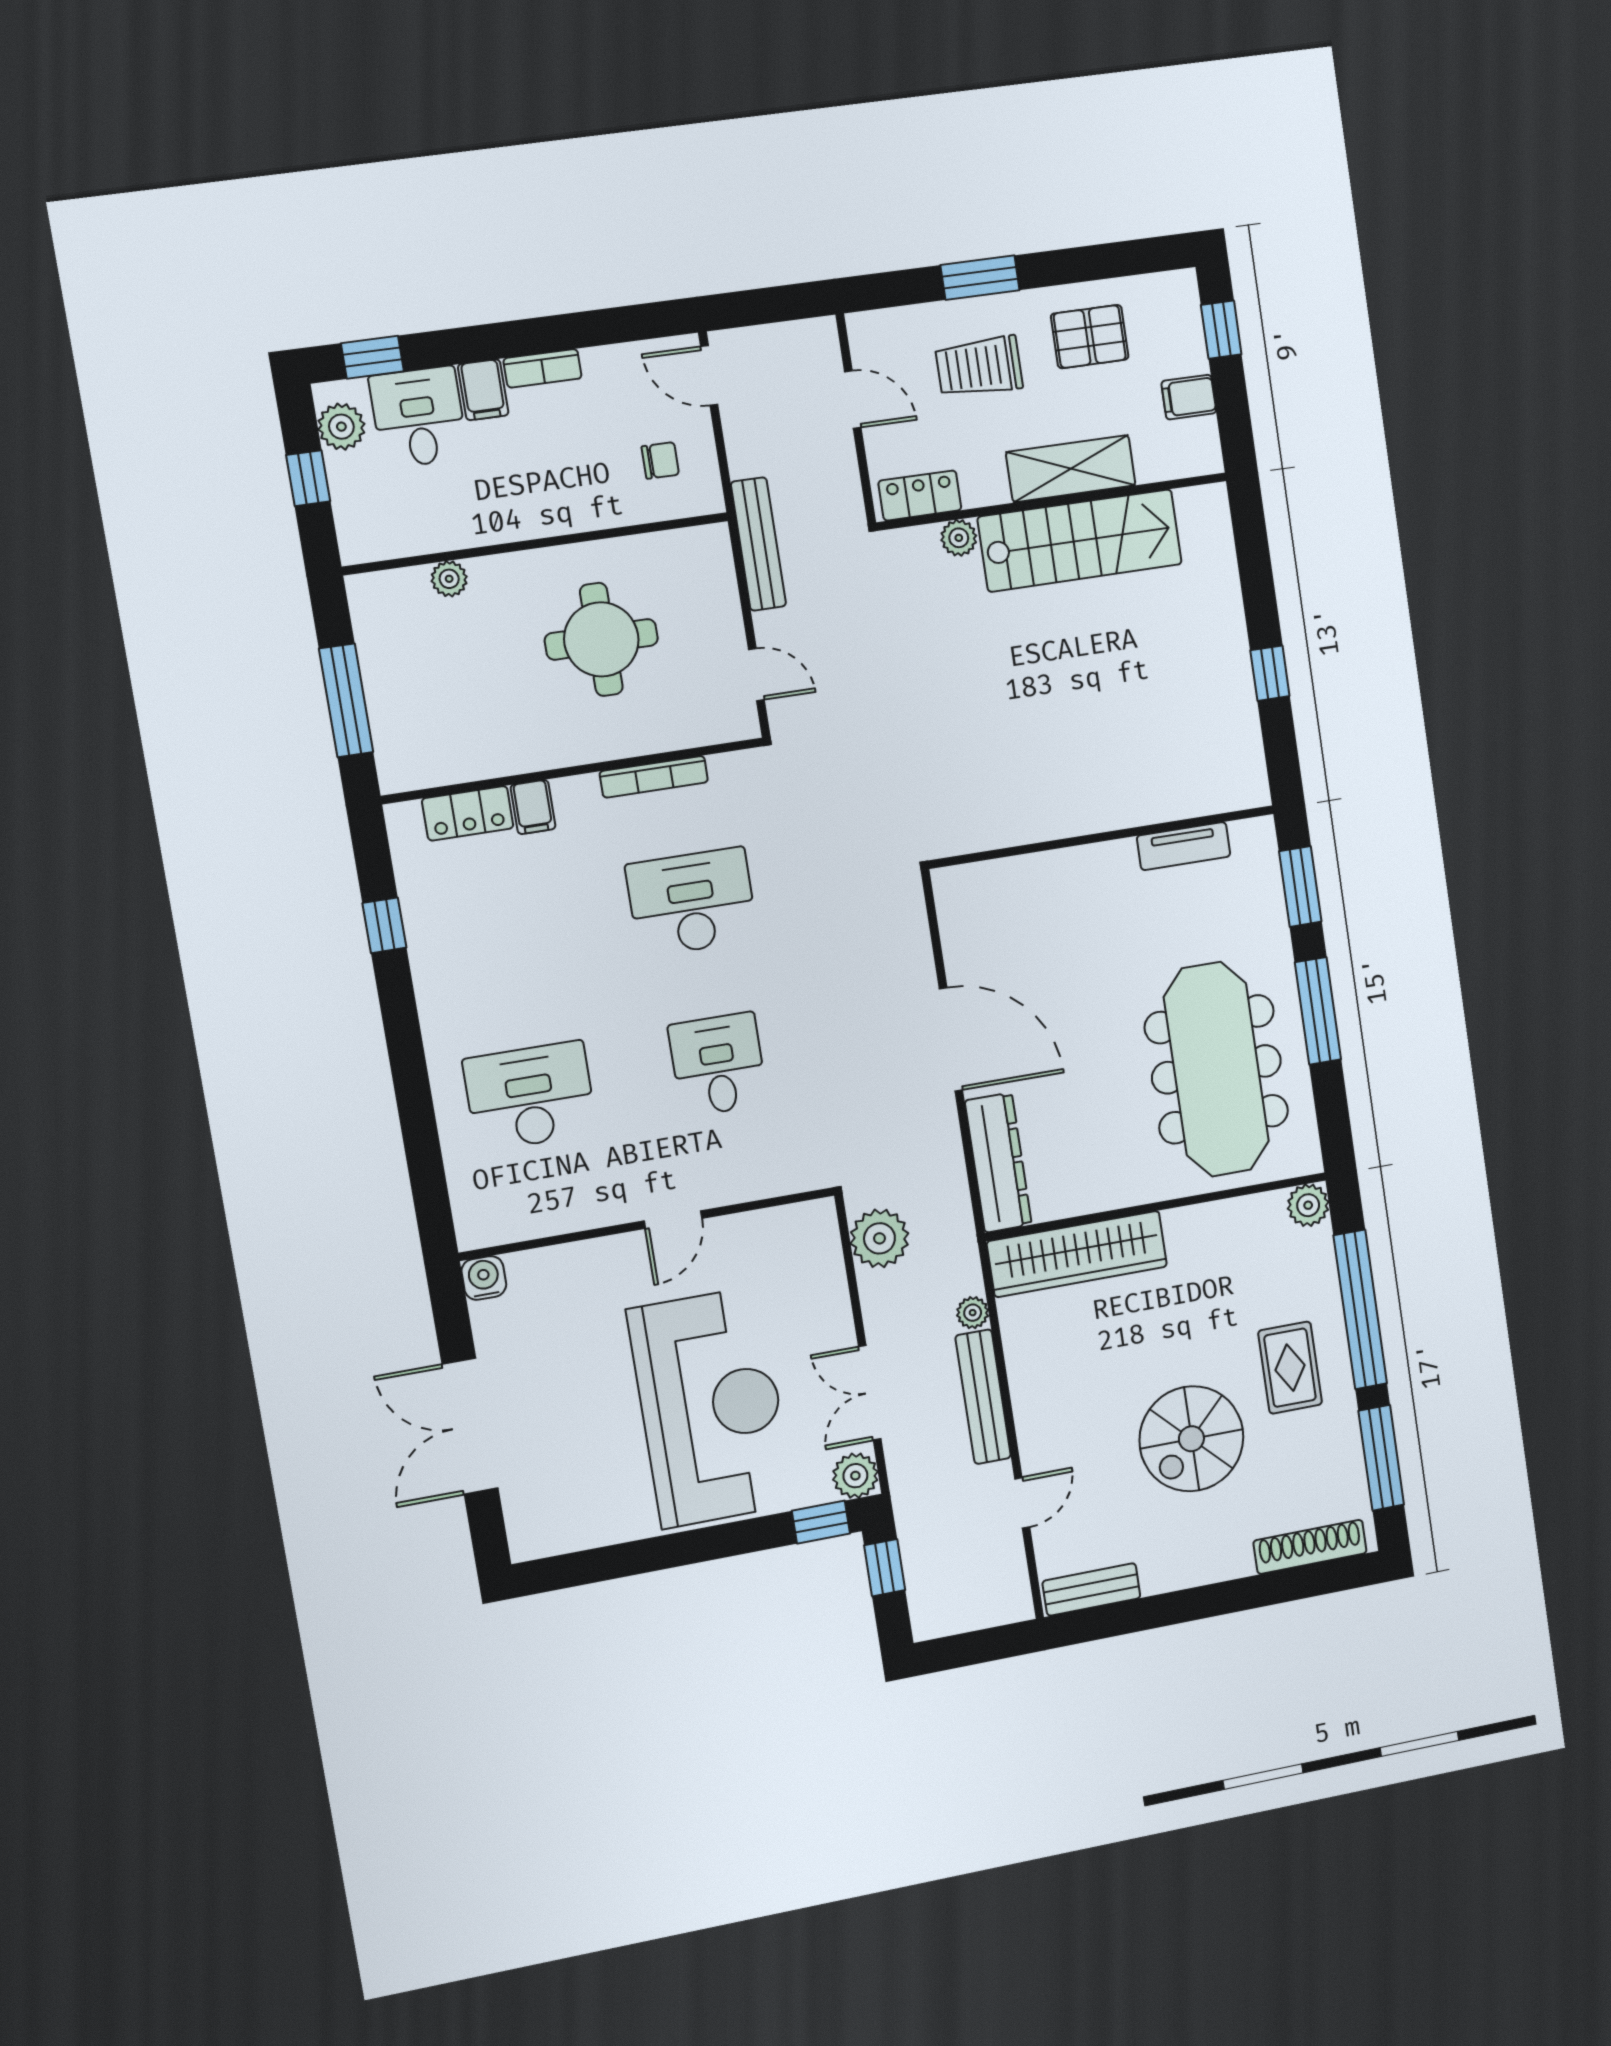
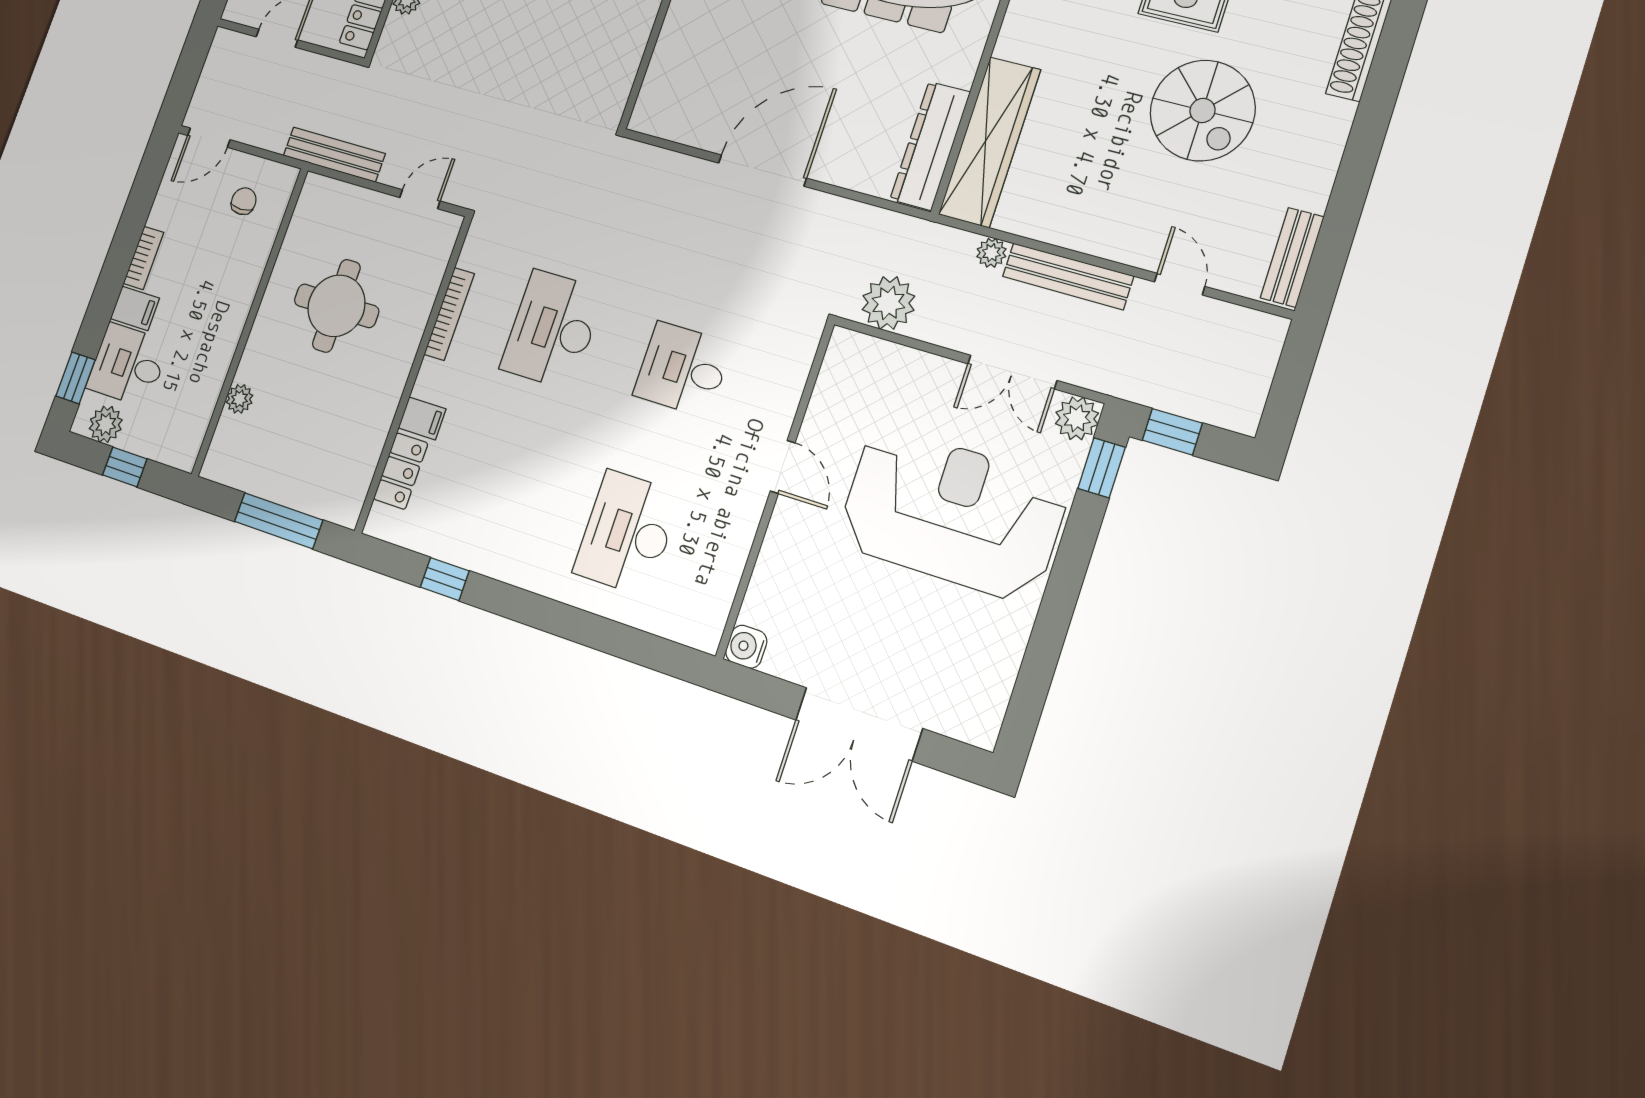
dresser: (998, 1163) -> (930, 146), moved, turned -90

